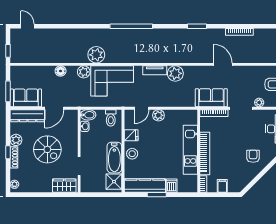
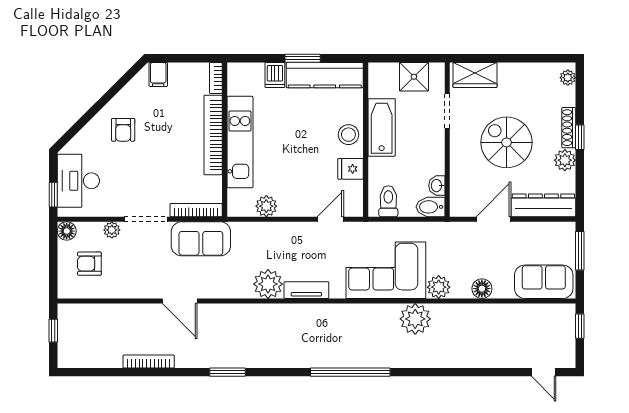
sofa: (26, 98) -> (544, 282), moved, turned 180
plant: (158, 115) -> (266, 206), moved
shower: (114, 182) -> (414, 77), moved
filing cabinet: (222, 186) -> (158, 74), moved

